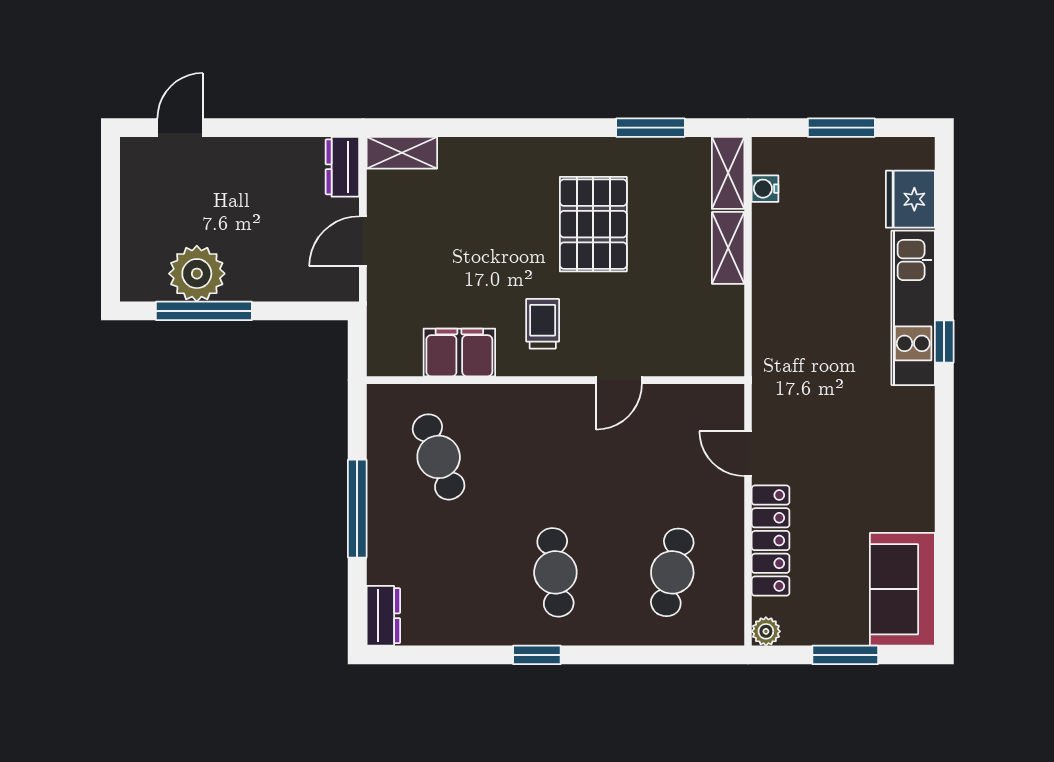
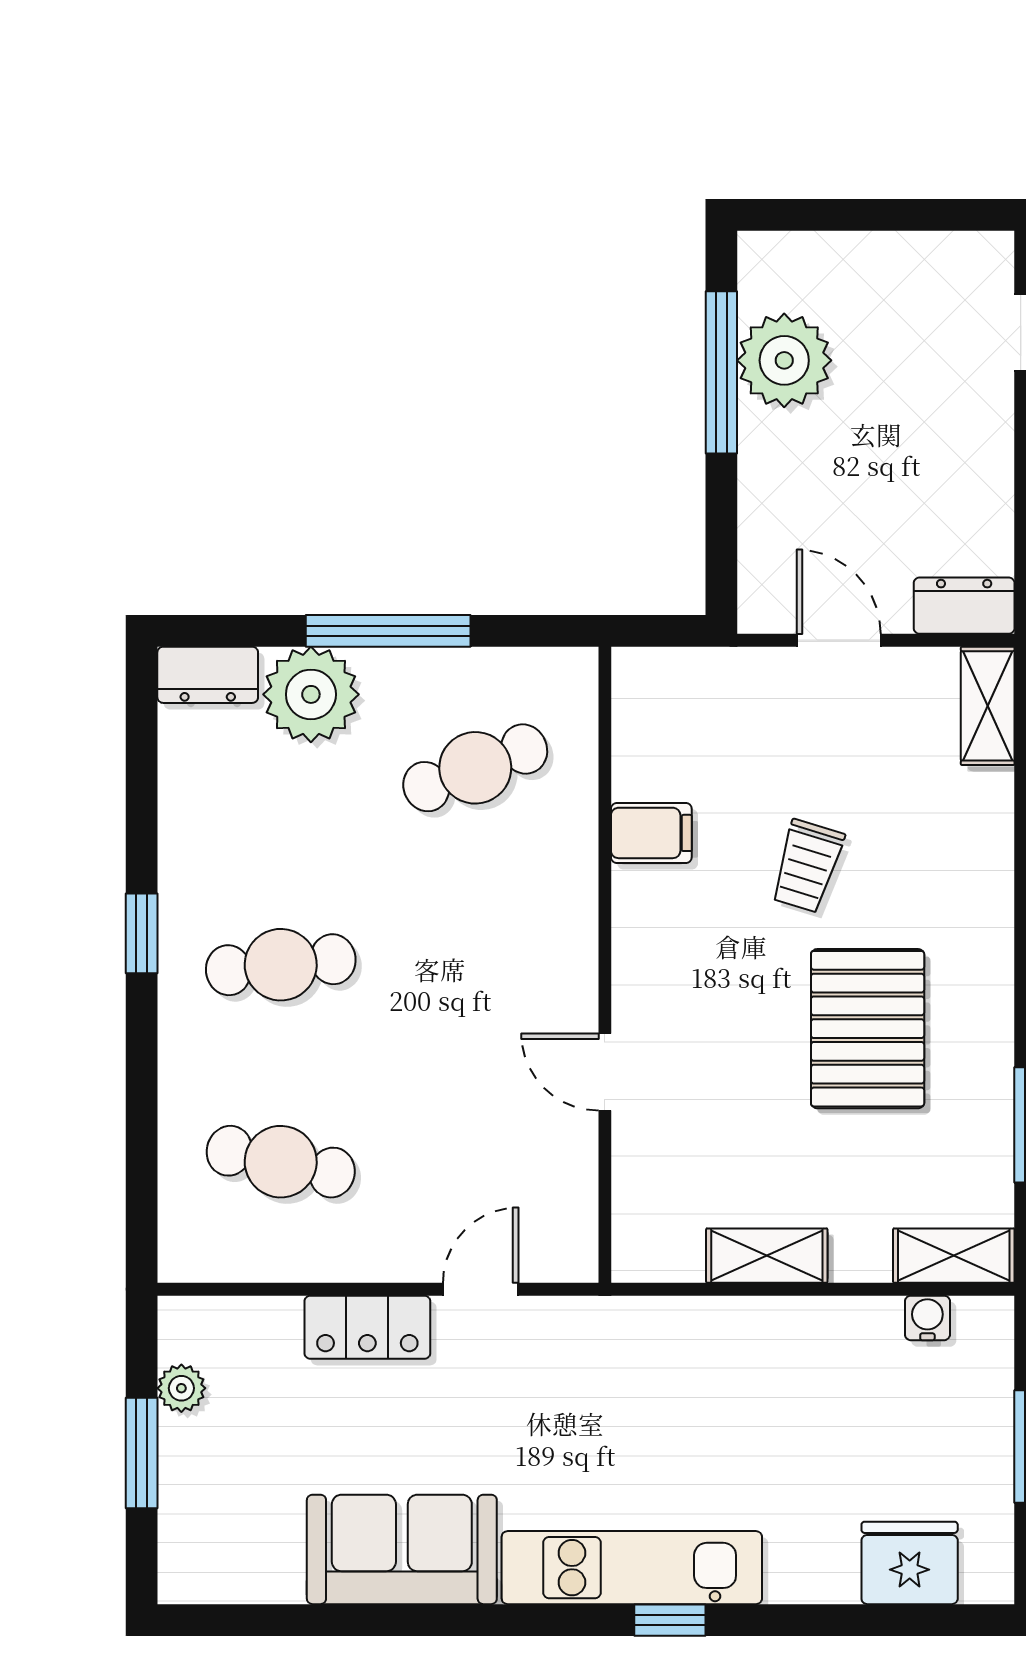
pallet: (593, 224) -> (868, 1029), turned 90
shelving: (728, 248) -> (767, 1256), moved
kitchen unit: (913, 308) -> (632, 1568), moved
trolley: (543, 324) -> (807, 866), moved, turned 107
filing cabinet: (459, 352) -> (651, 833), width x0.50
locker: (771, 541) -> (367, 1327), width x0.66
plant: (395, 554) -> (311, 694), added
sofa: (902, 589) -> (402, 1549), moved
plant: (766, 631) -> (181, 1388), moved

